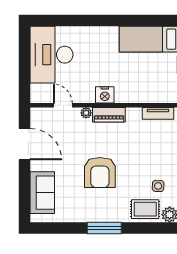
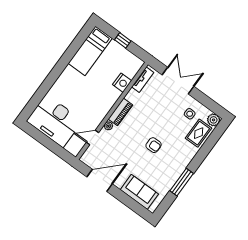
nightstand: (105, 95) -> (122, 83), moved
armchair: (100, 173) -> (154, 145), width x0.53, depth x0.53
window: (104, 228) -> (182, 182), moved

